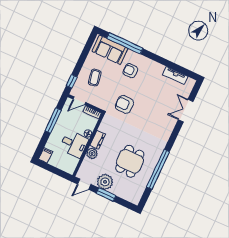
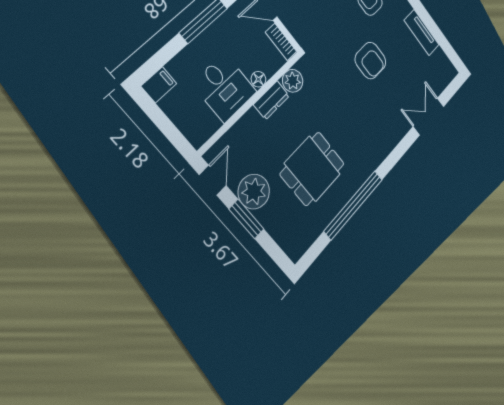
tv unit: (175, 75) -> (422, 33), moved
armchair: (124, 104) -> (371, 61), moved, turned 180
plant: (92, 153) -> (293, 81), moved
door: (84, 184) -> (213, 180), swing flipped

